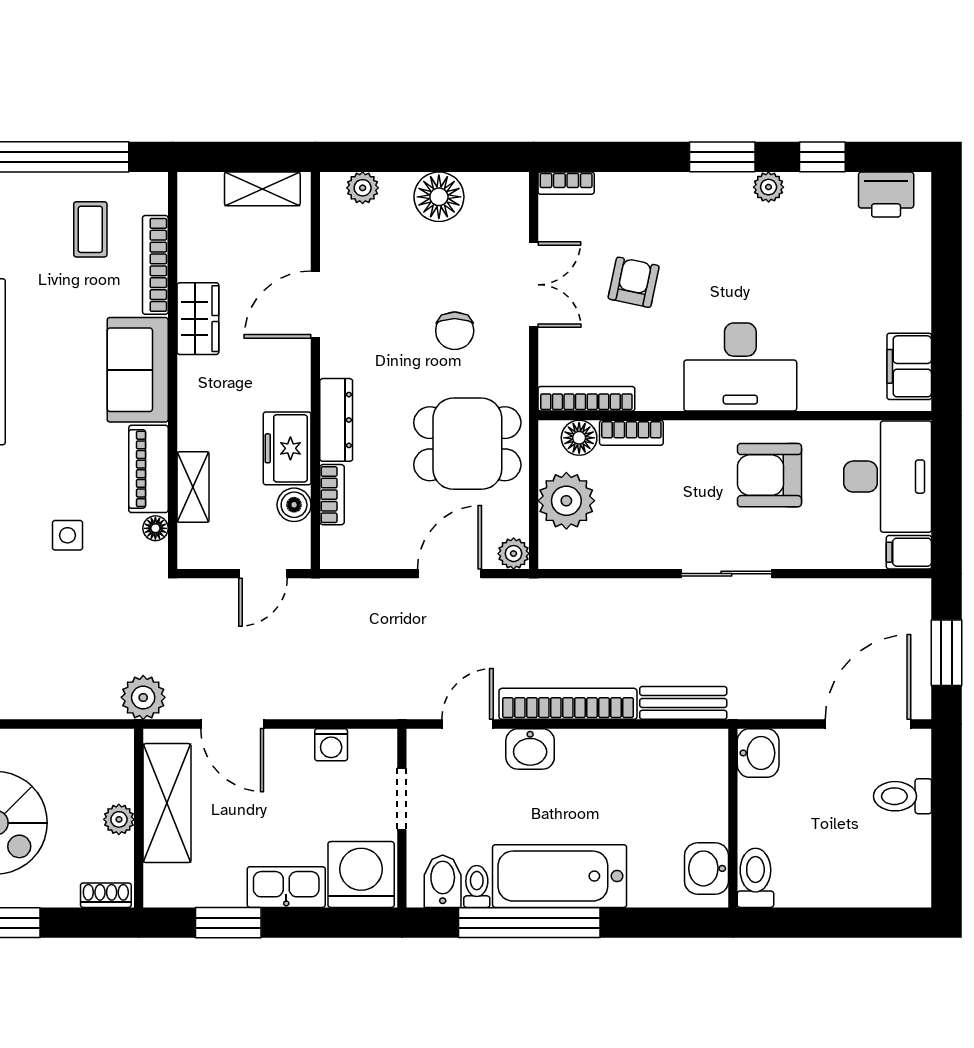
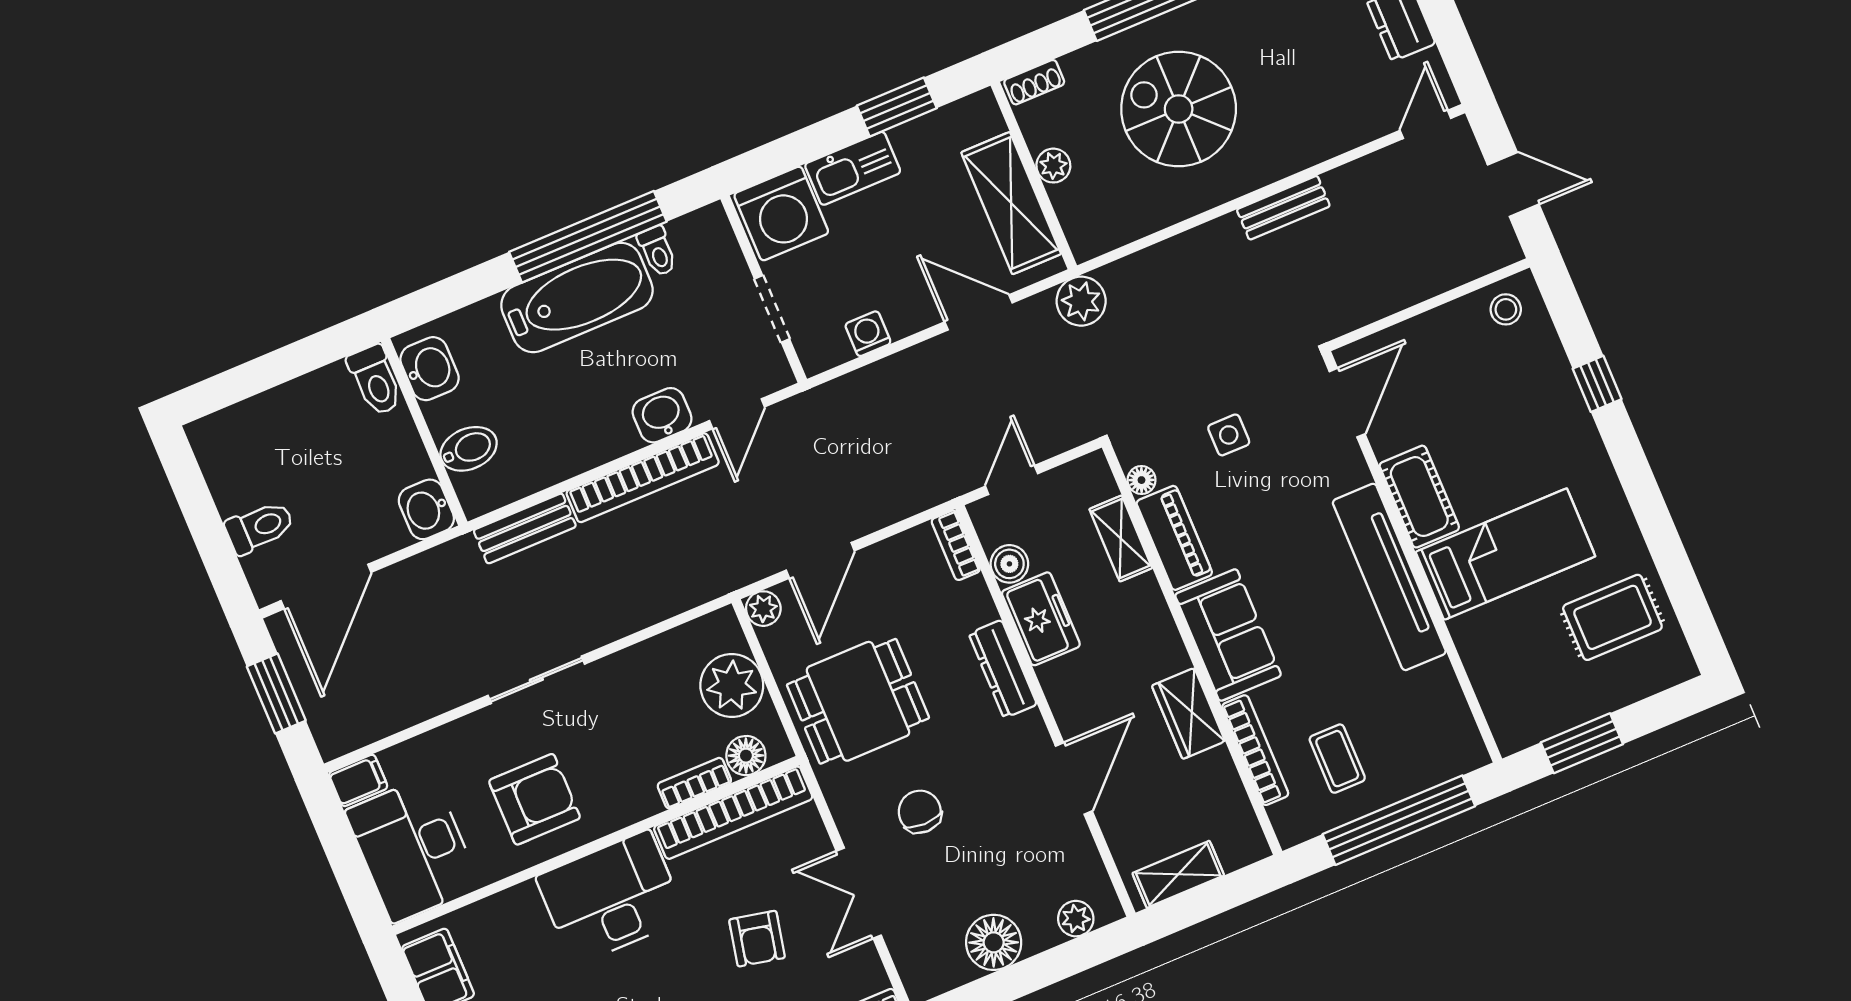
bookcase: (586, 399) -> (733, 813), width x1.48, depth x1.31
bookcase: (332, 495) -> (956, 545), moved
bidet: (443, 881) -> (469, 449), moved, turned -90

